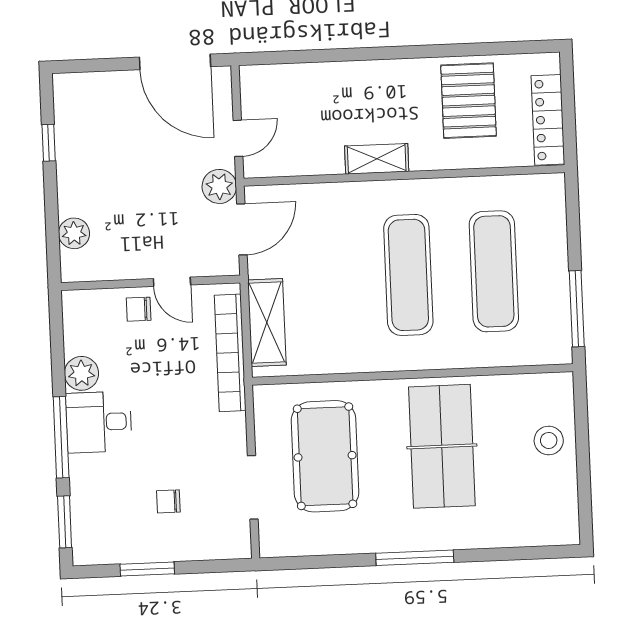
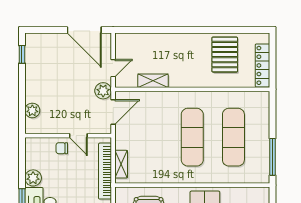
window: (49, 143) -> (22, 54), moved
shelving: (377, 159) -> (153, 81), moved
shelving: (267, 322) -> (121, 164), width x0.67, depth x0.75

